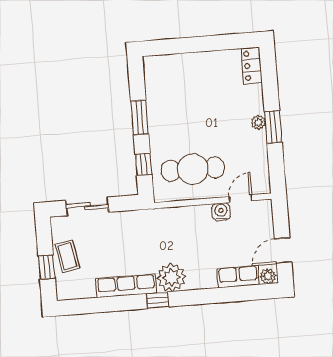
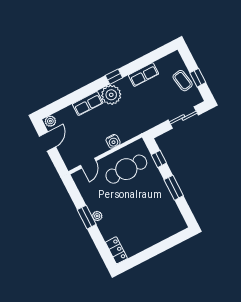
water cooler: (221, 212) -> (113, 141), moved
window: (47, 267) -> (198, 78), moved
row of seats: (238, 277) -> (88, 103), moved
row of seats: (126, 286) -> (143, 75), width x0.68

